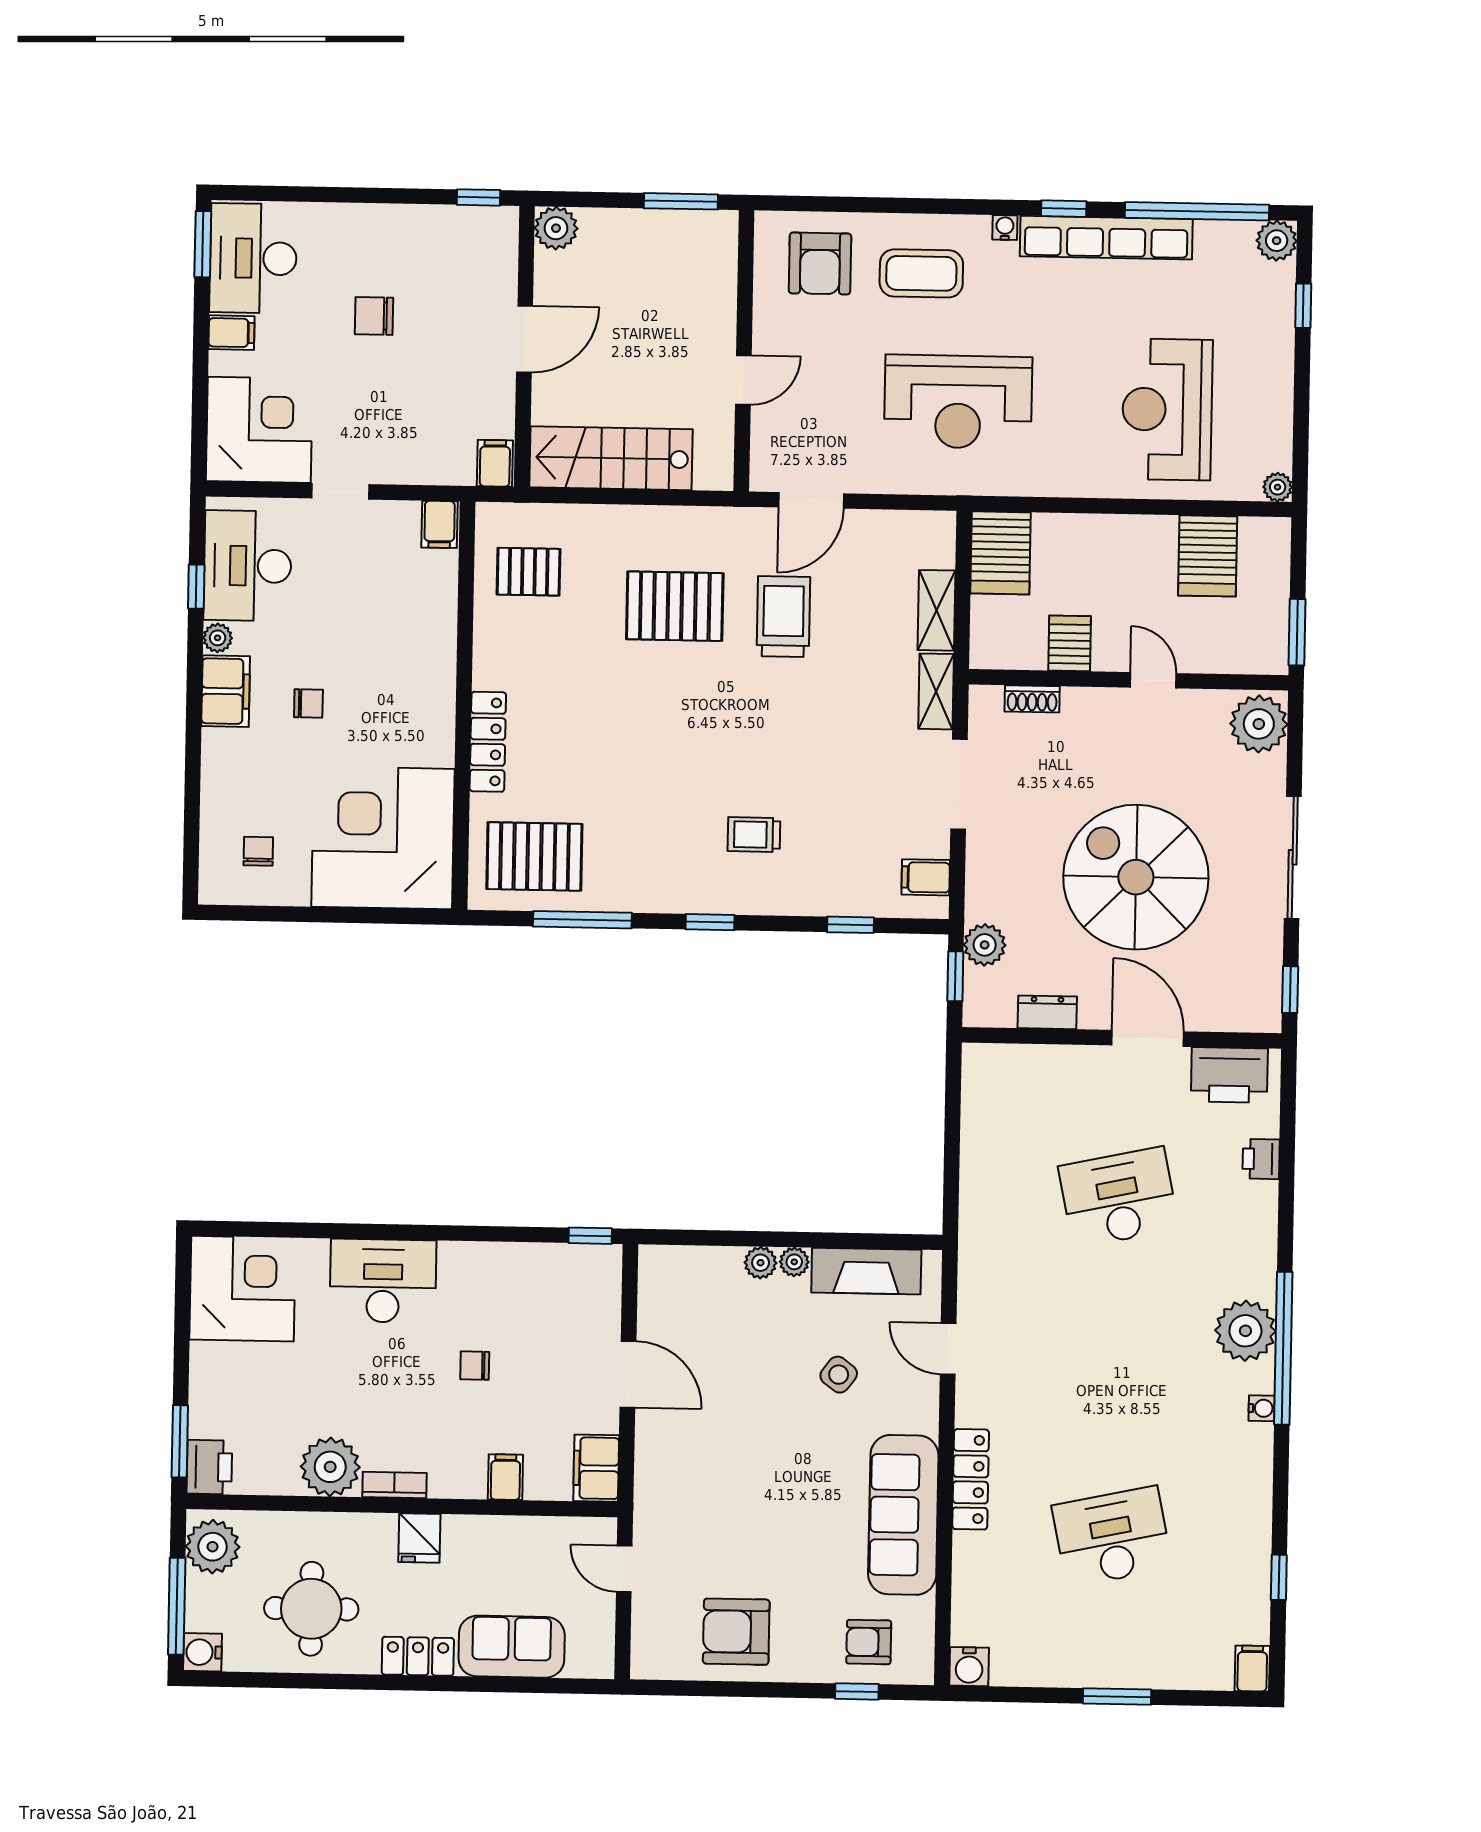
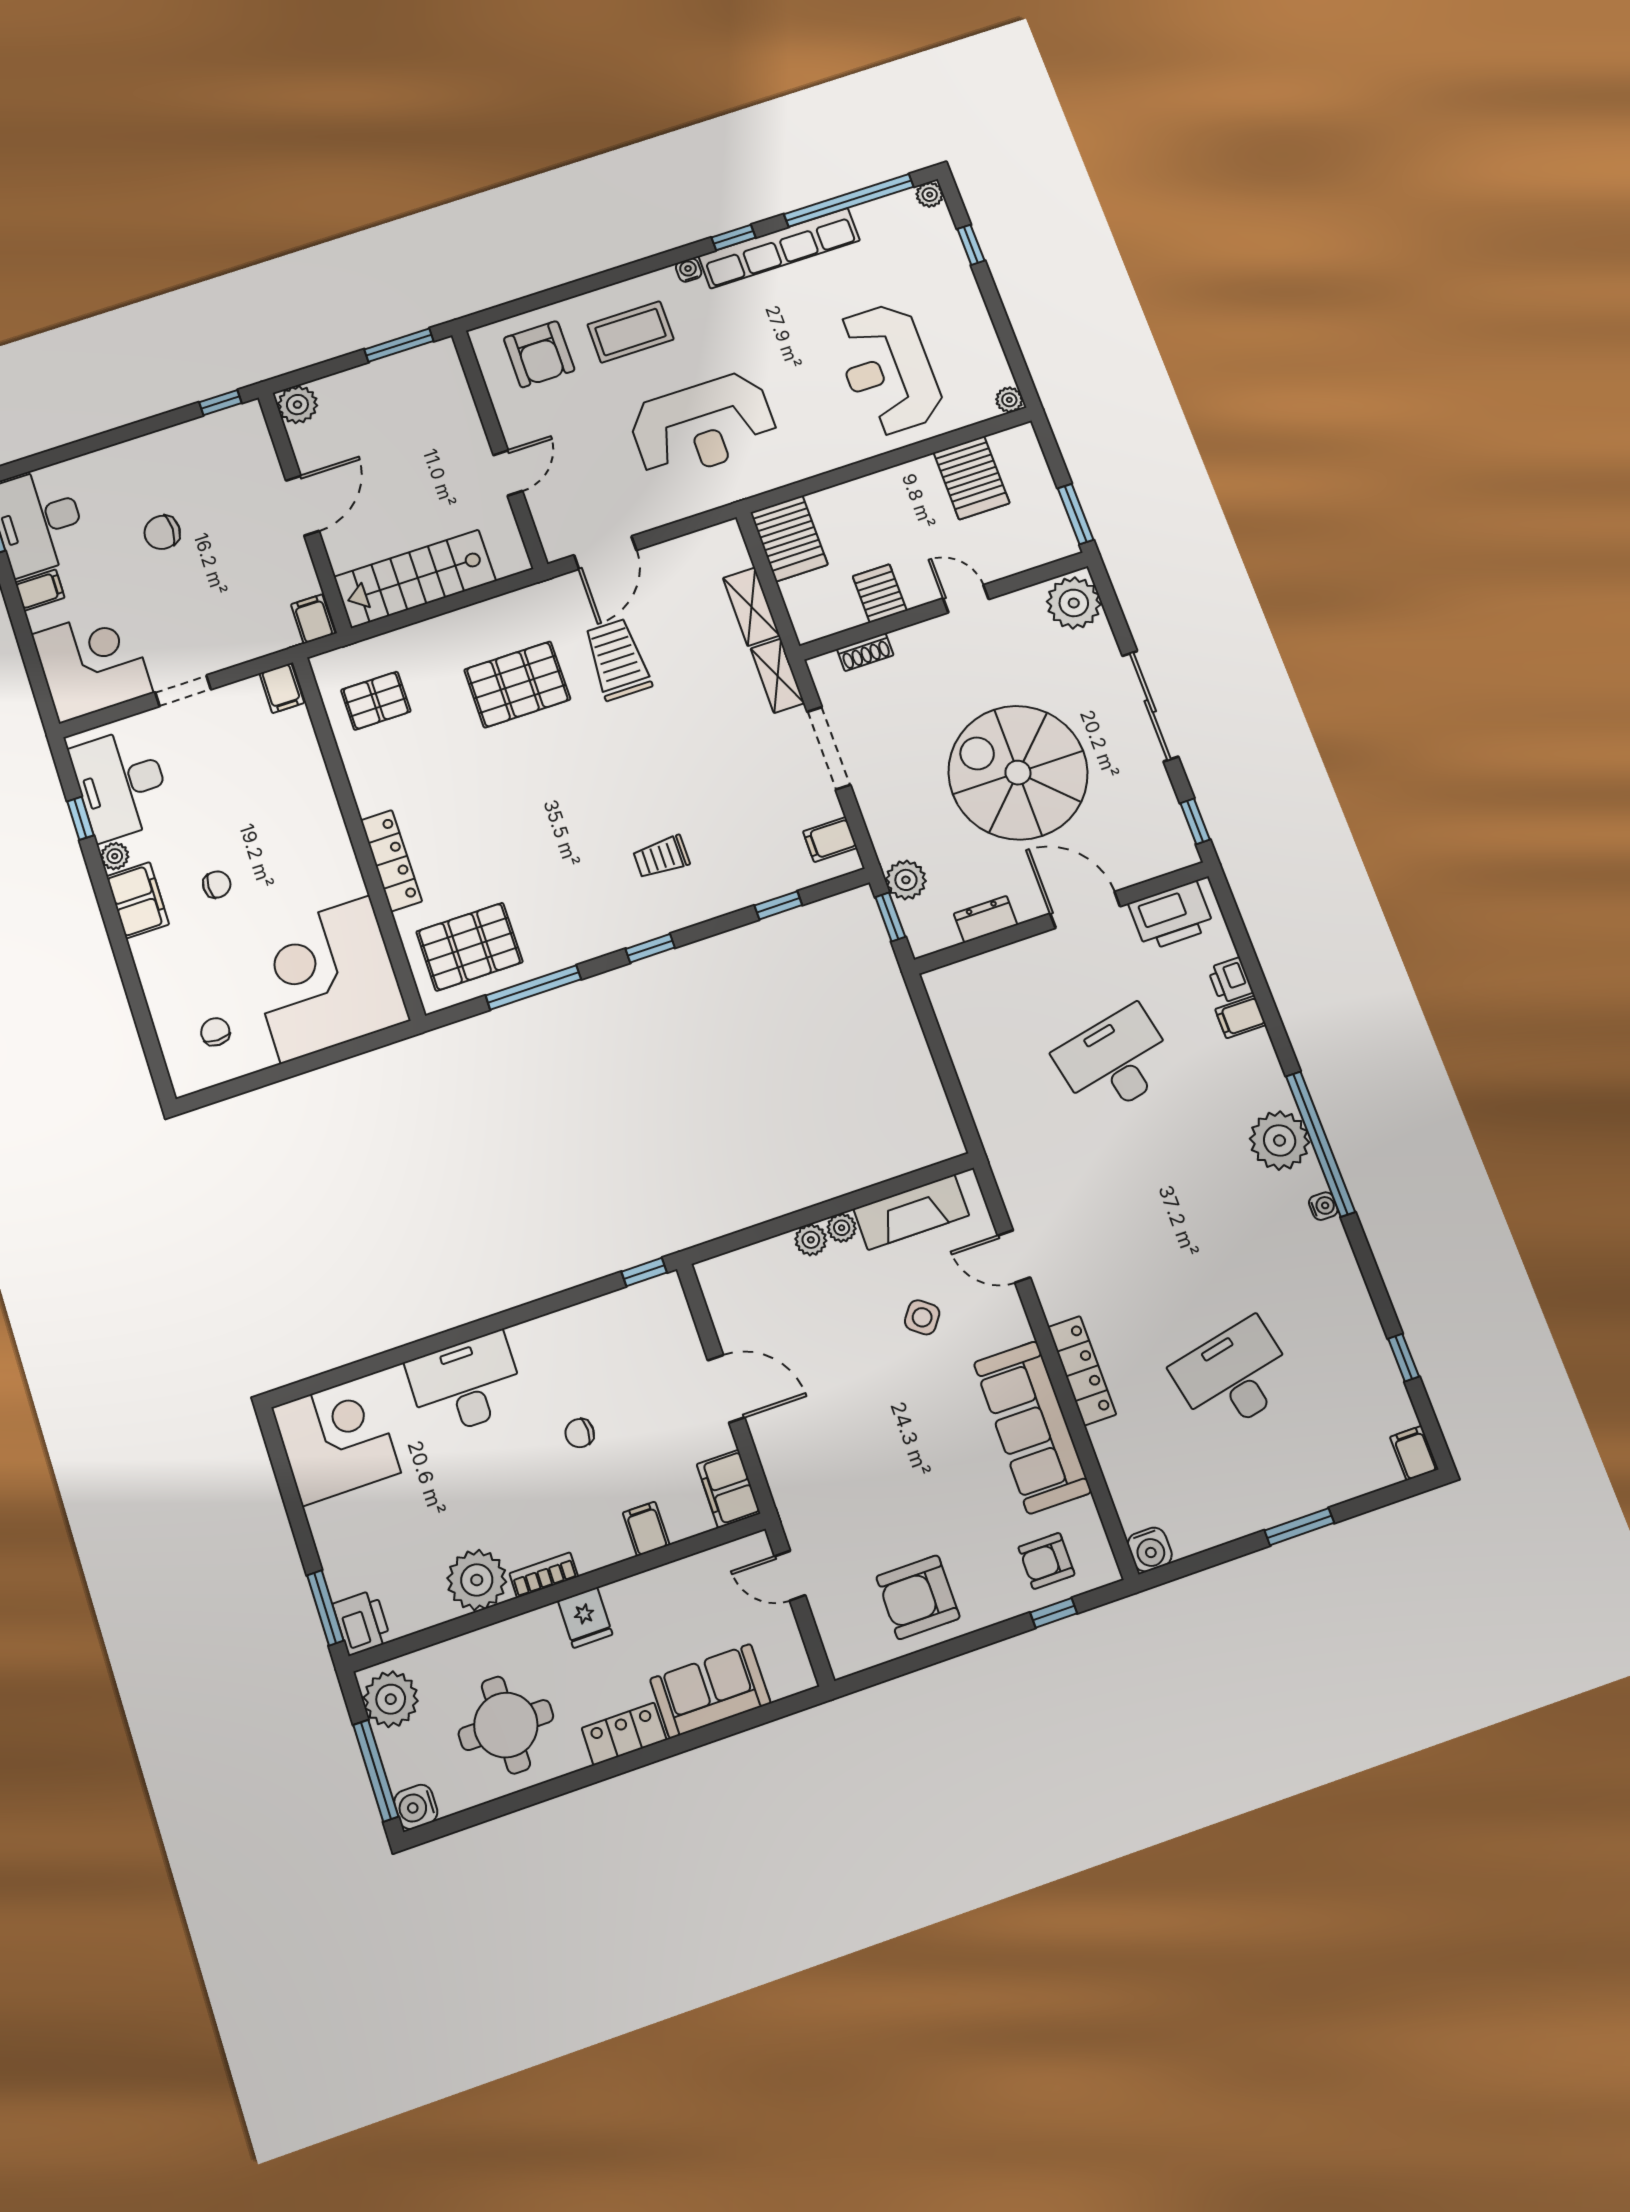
plant: (1277, 241) -> (930, 195), width x0.73, depth x0.73
filing cabinet: (1256, 1198) -> (1241, 1017), added

